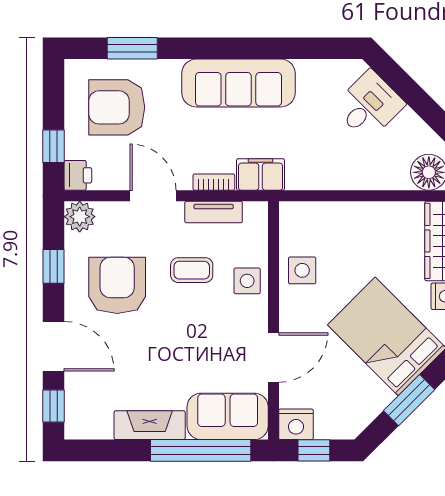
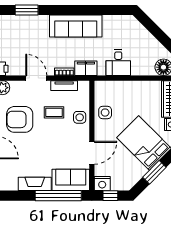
desk: (369, 105) -> (118, 63), moved, turned 135
armchair: (117, 107) -> (20, 37), removed
armchair: (117, 285) -> (20, 119), turned -90

